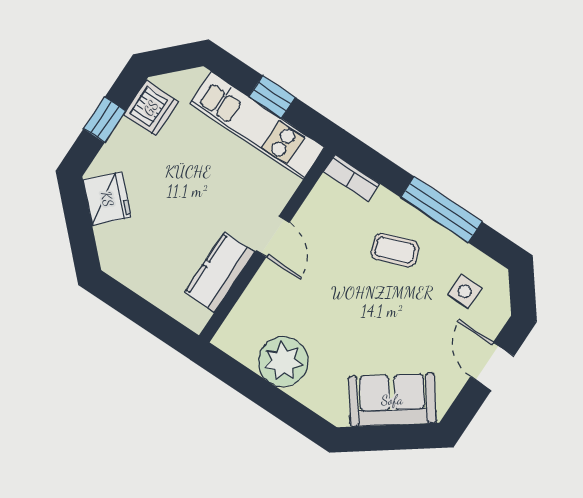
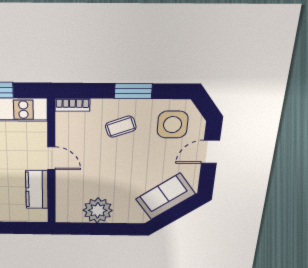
window: (441, 210) -> (133, 91), width x0.69
side table: (465, 291) -> (173, 125), width x1.87, depth x1.87
door: (492, 366) -> (210, 152), hinge flipped

